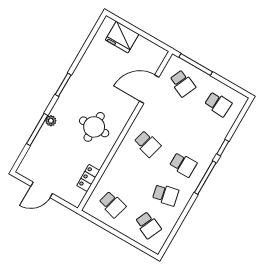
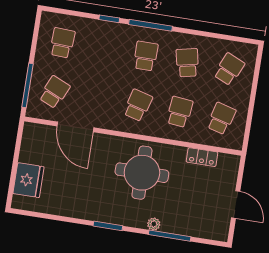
round table: (94, 127) -> (142, 173), width x1.36, depth x1.36
school desk: (130, 174) -> (180, 112), added

